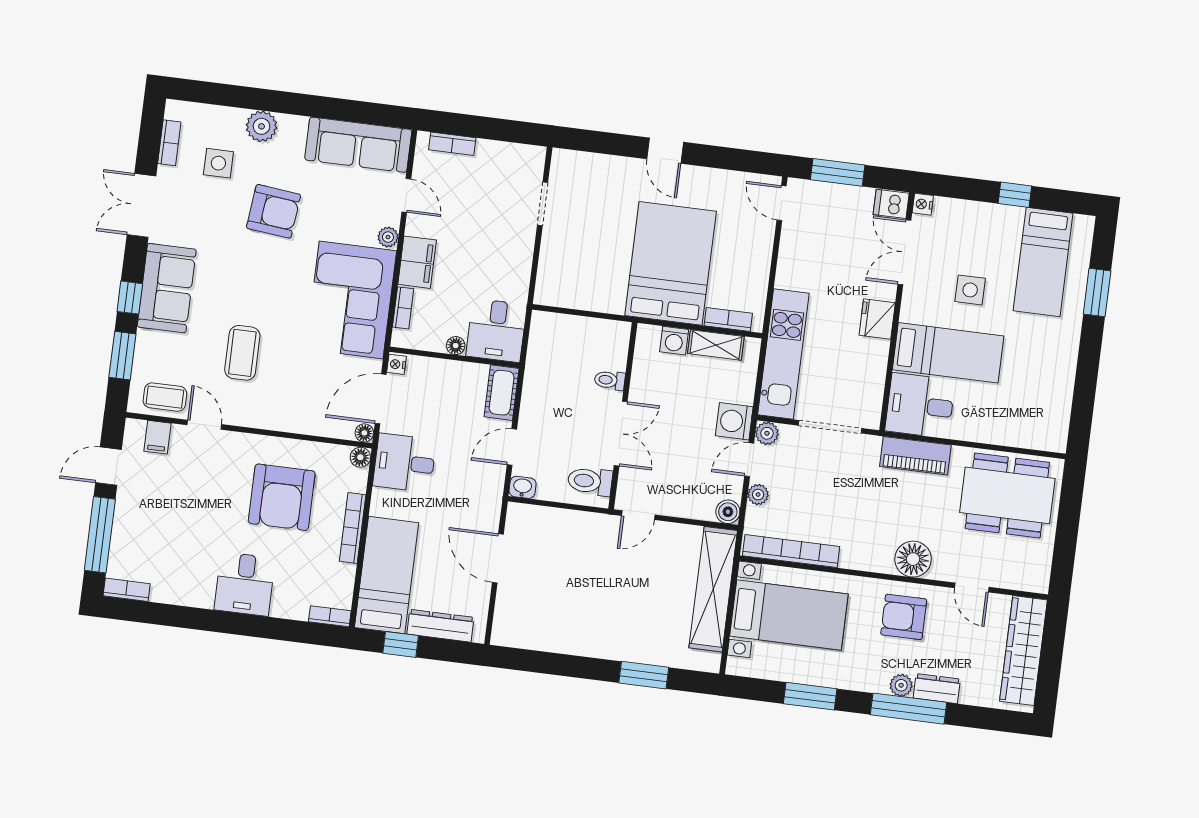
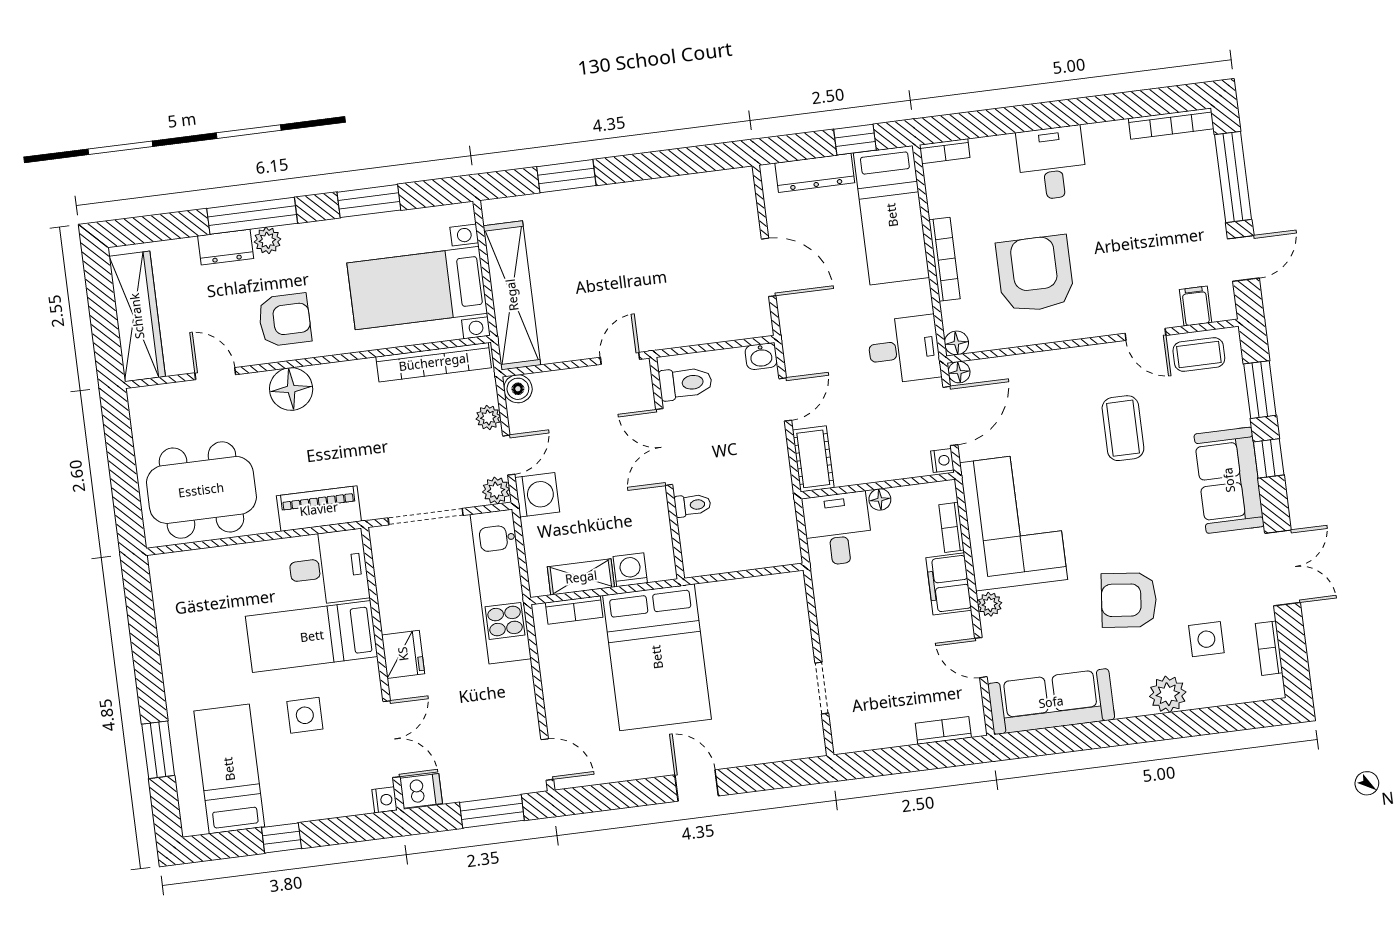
bookcase: (127, 590) -> (1171, 124), width x1.56

